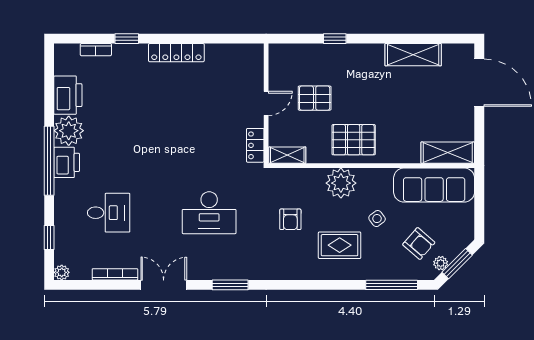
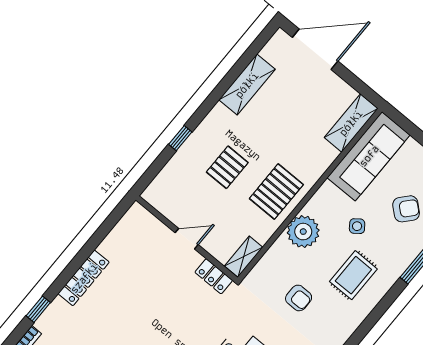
pallet: (315, 98) -> (227, 167), moved
door: (266, 103) -> (187, 239), hinge flipped

